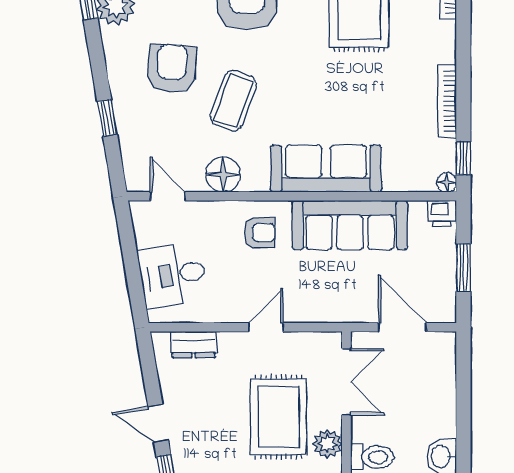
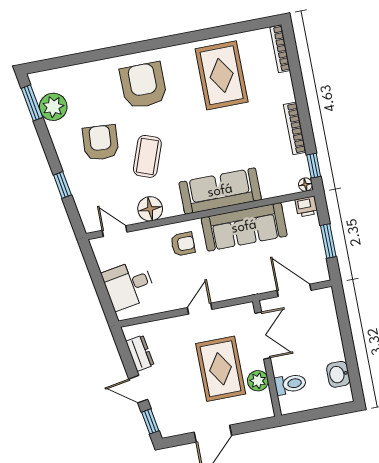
dresser: (194, 345) -> (140, 353), moved, turned -99

